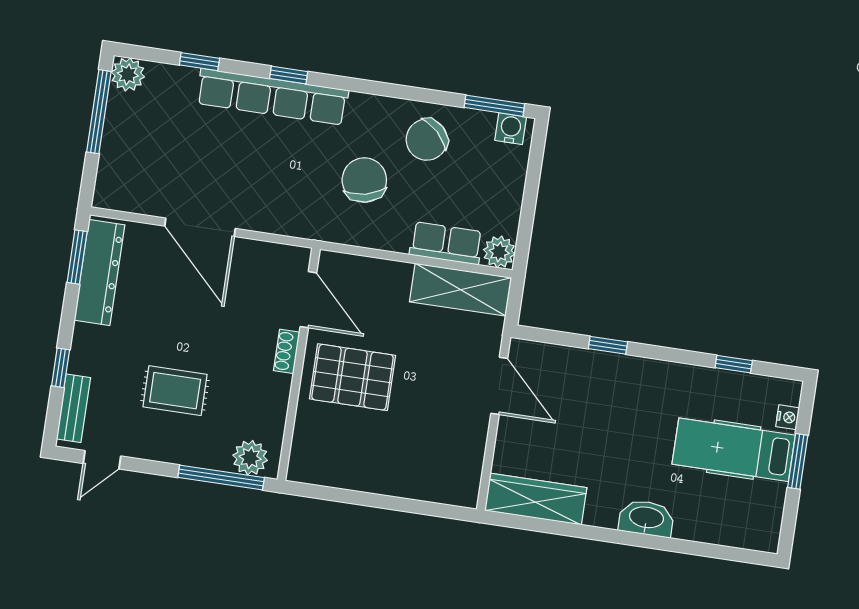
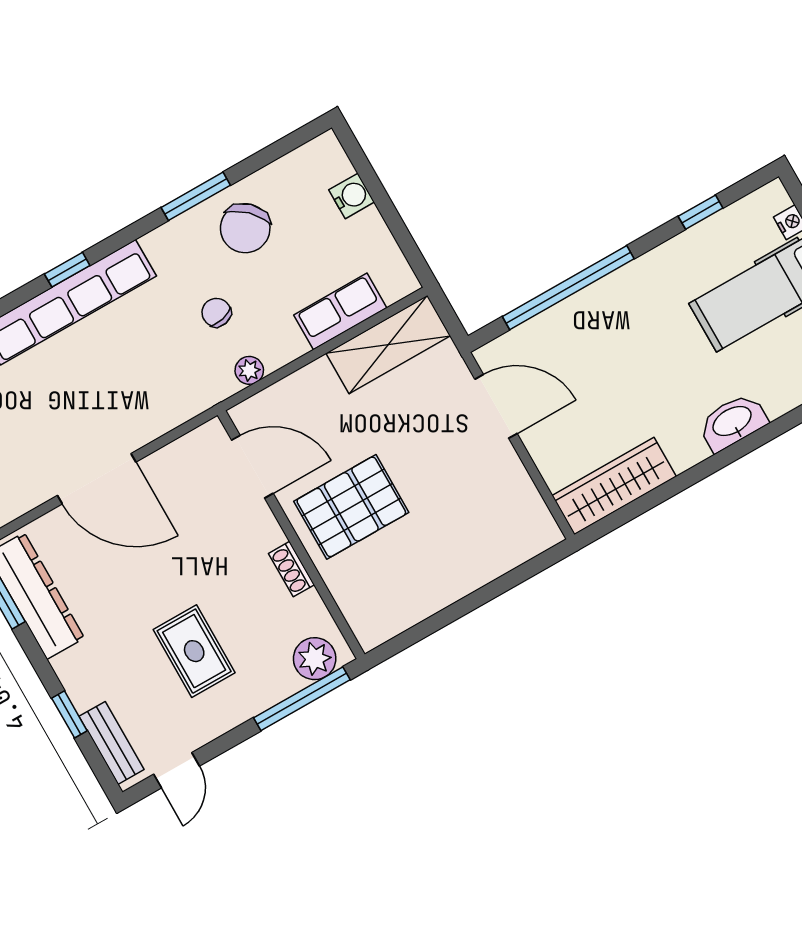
window: (494, 106) -> (196, 196), moved
water cooler: (511, 129) -> (352, 196), moved, turned 90
chair: (364, 180) -> (216, 313), width x0.54, depth x0.54
plant: (499, 252) -> (249, 370), moved, width x0.73, depth x0.73
window: (608, 345) -> (568, 288), width x3.17
shoe rack: (287, 351) -> (292, 569), moved
rug: (175, 391) -> (194, 651), turned 90

